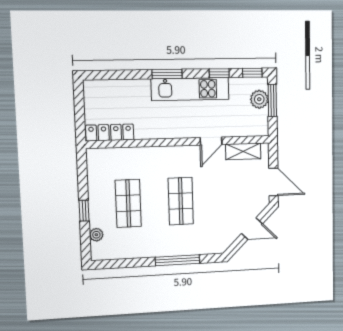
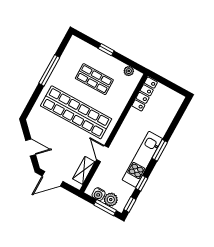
water cooler: (261, 118) -> (99, 194), added
shop shelf: (181, 201) -> (76, 112), width x2.00, depth x1.36
door: (252, 229) -> (31, 147), swing flipped
plant: (96, 235) -> (129, 71), moved
window: (178, 260) -> (49, 70), moved

